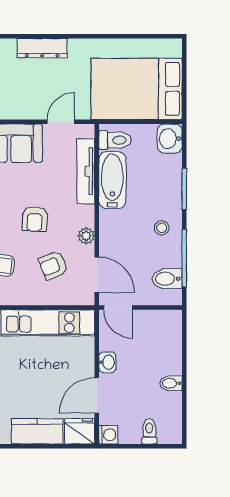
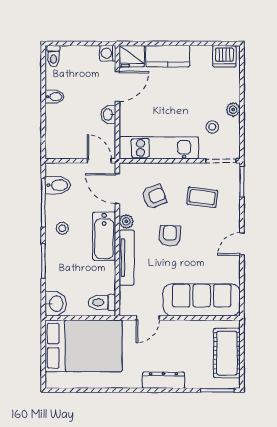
tv unit: (86, 171) -> (127, 258), moved
bathtub: (112, 180) -> (104, 236), moved
toilet: (149, 431) -> (53, 56), moved

